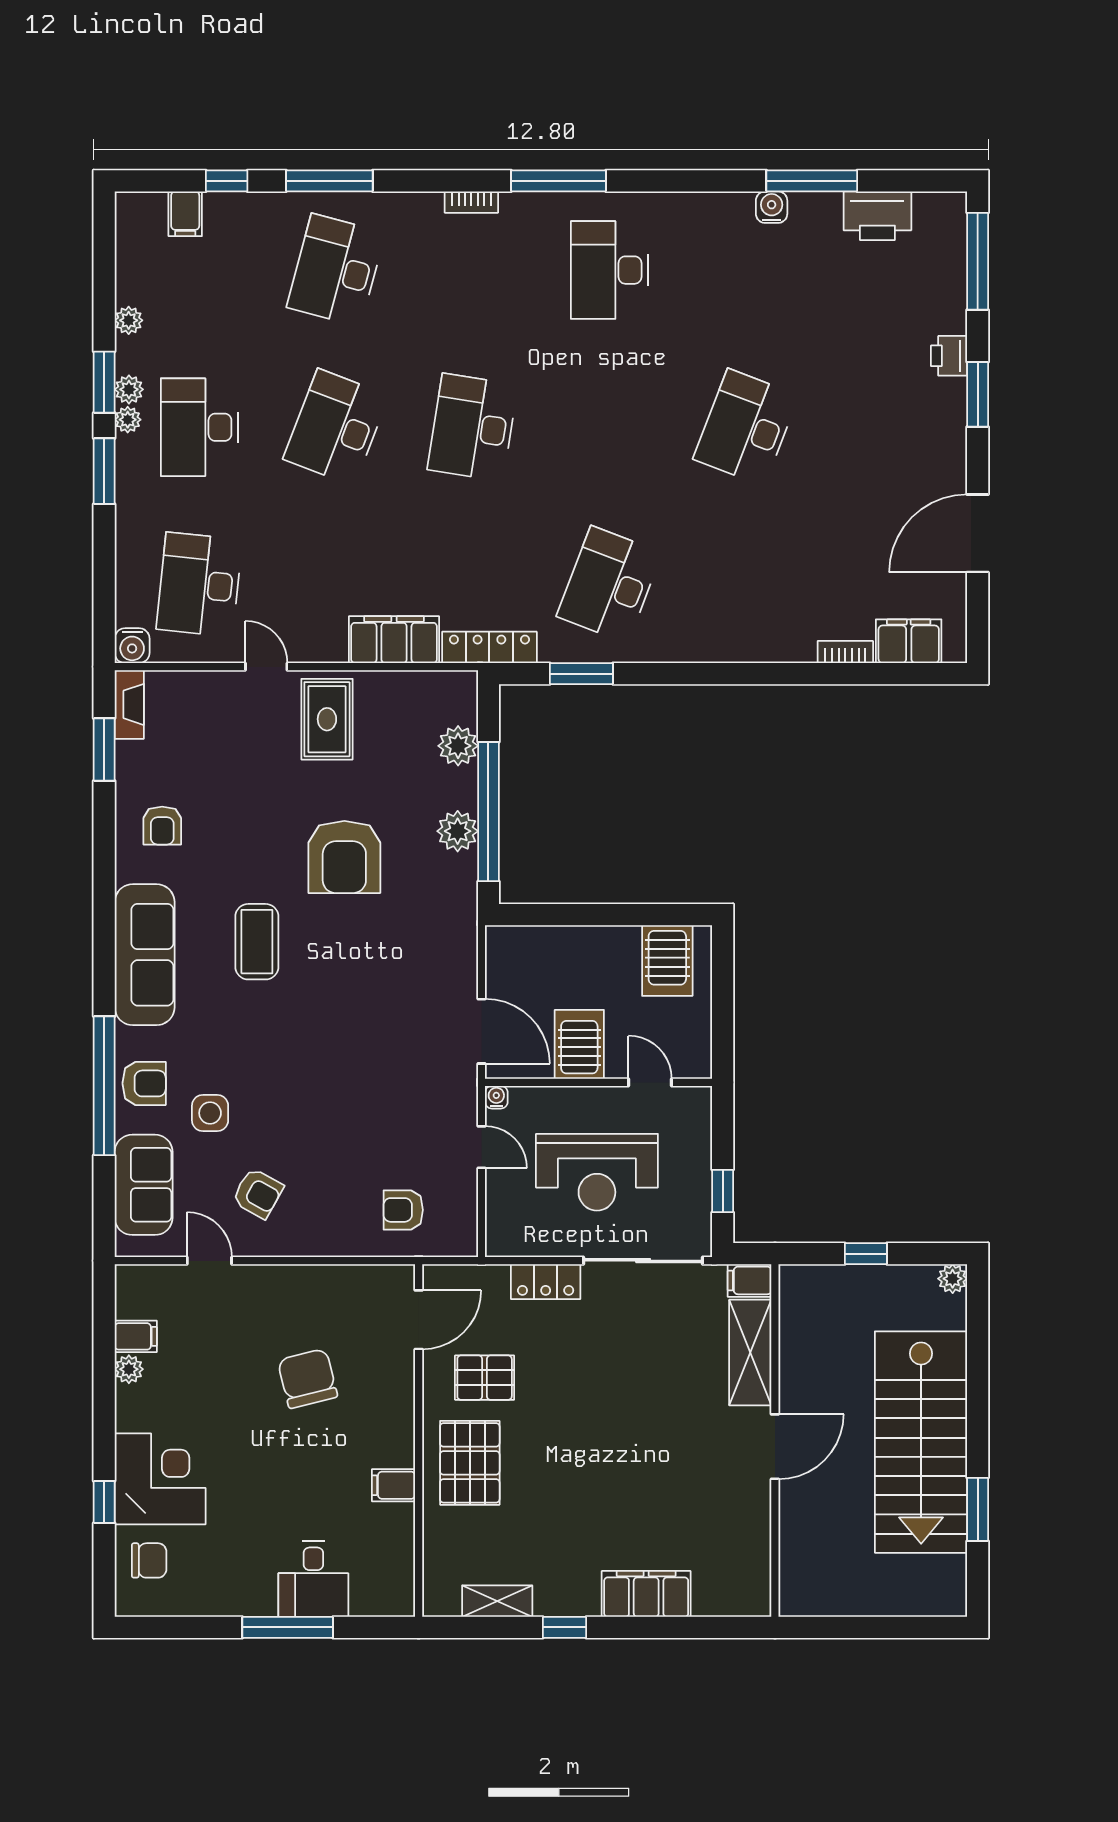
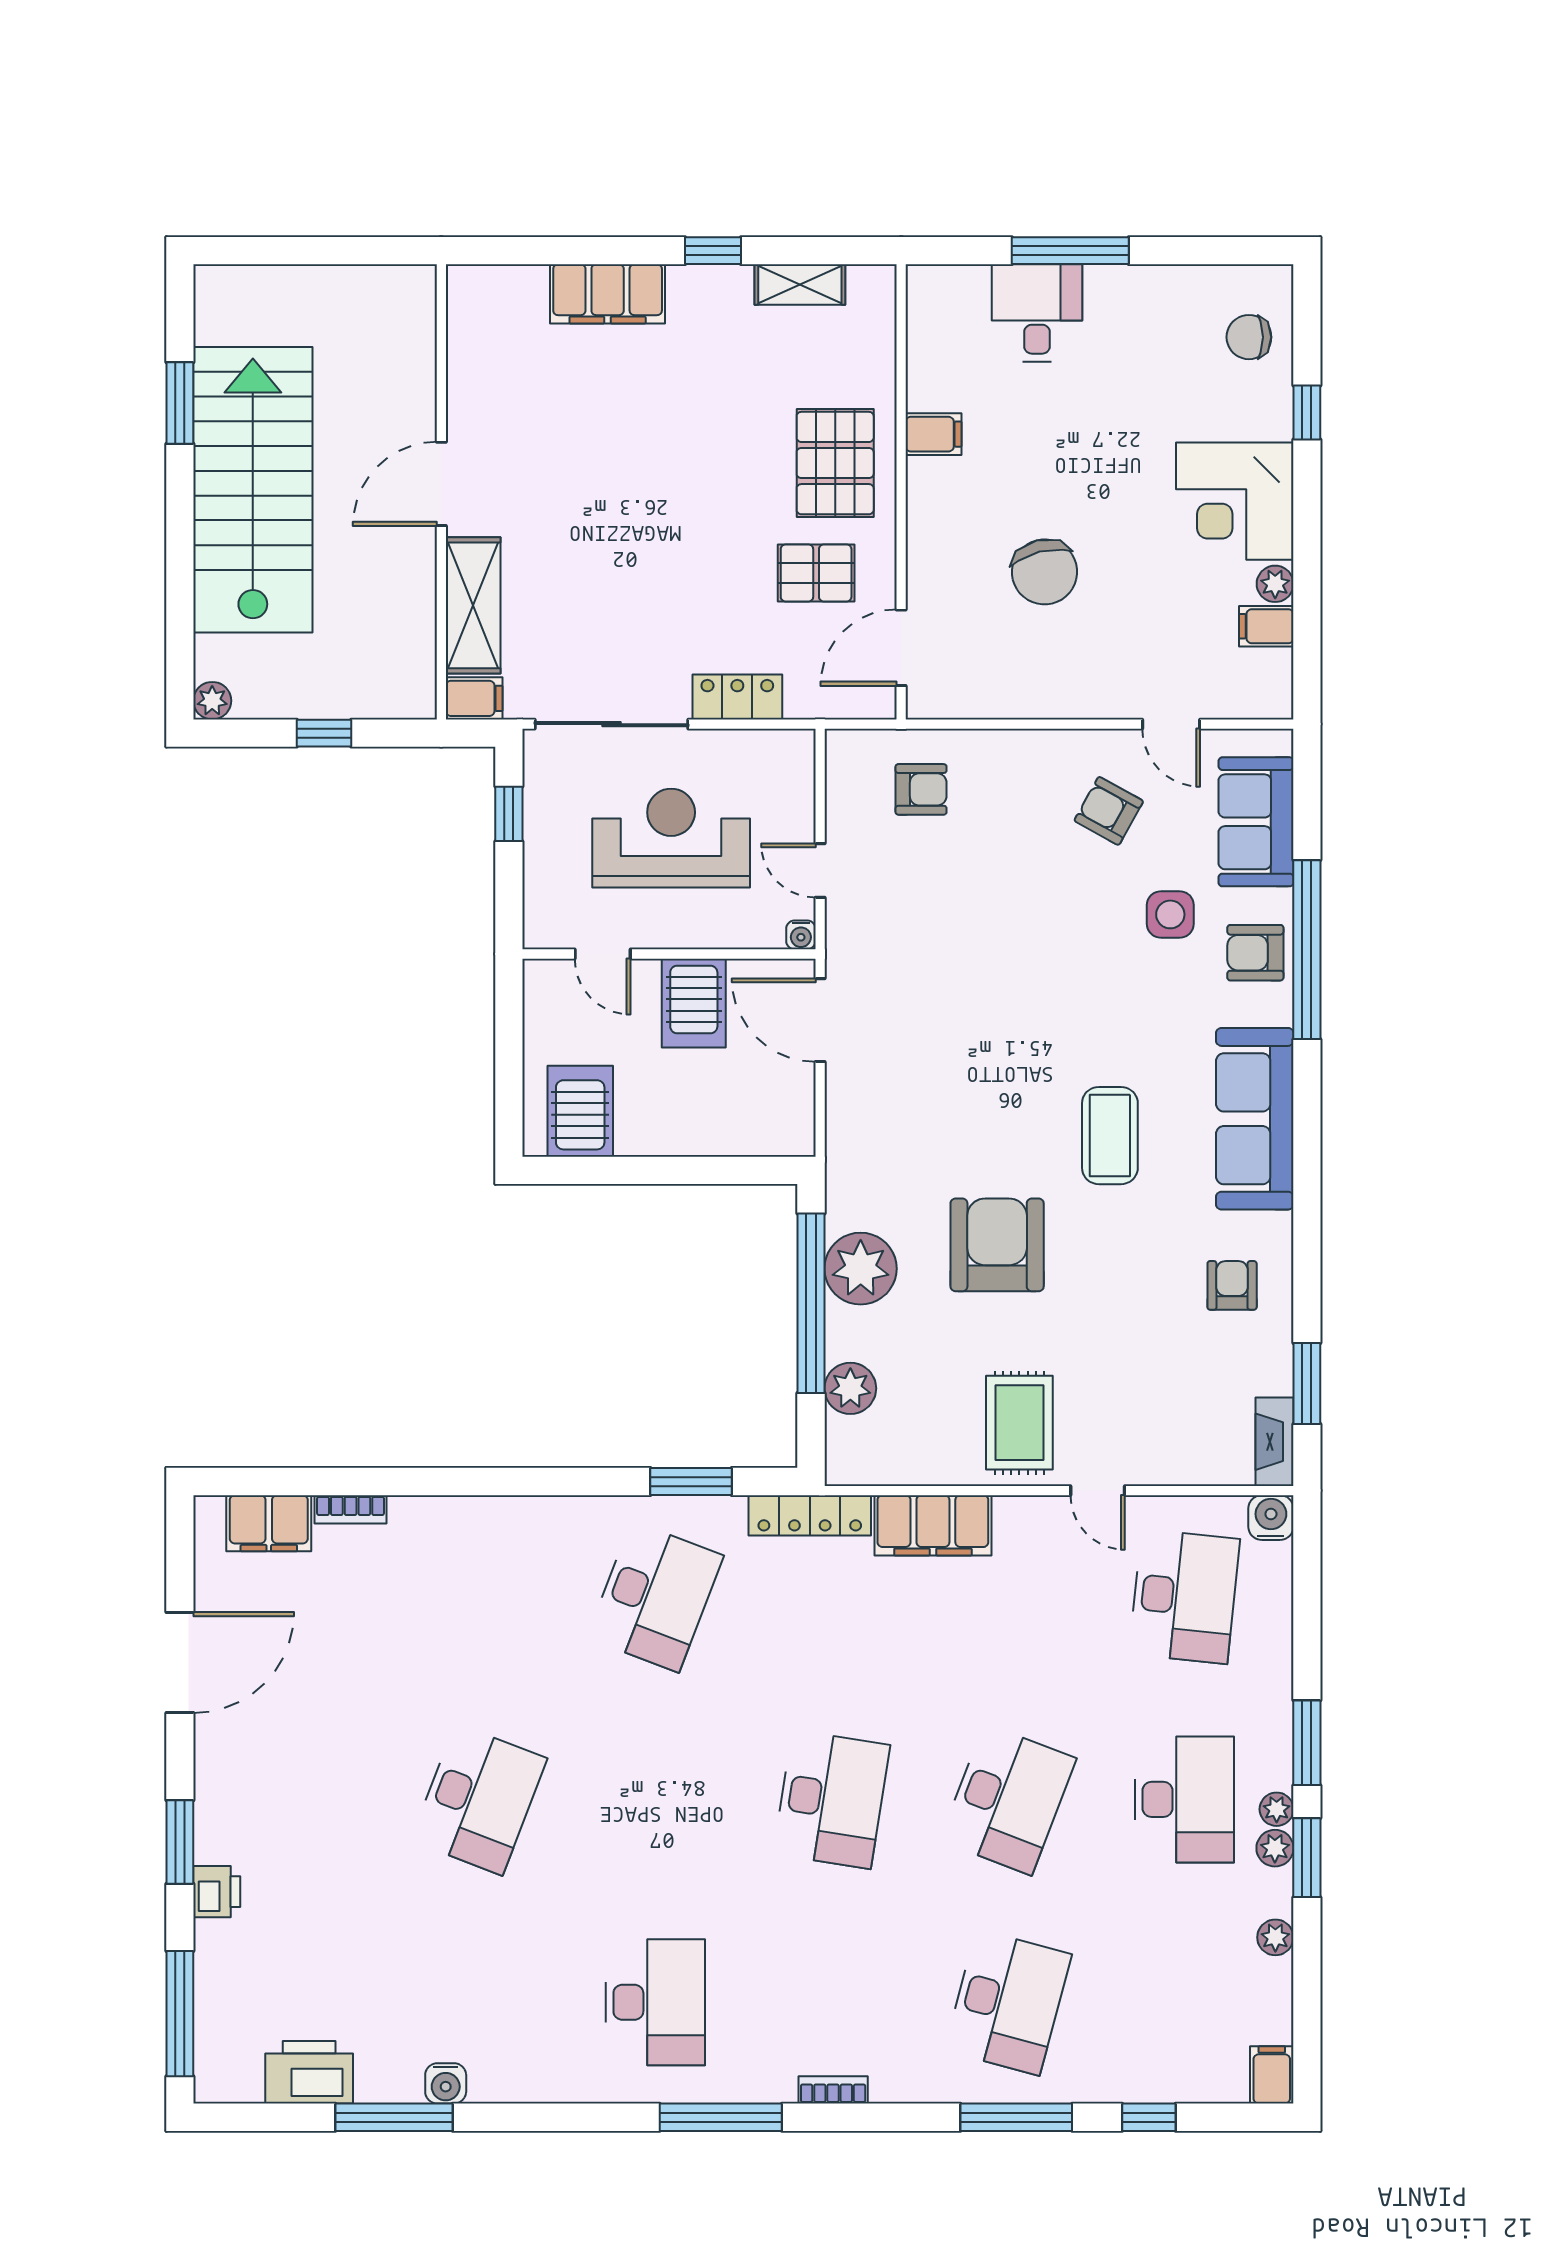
filing cabinet: (185, 214) -> (1272, 2075), moved
plant: (458, 831) -> (861, 1269), width x1.36, depth x1.36
corner desk: (160, 1479) -> (1235, 501), moved

